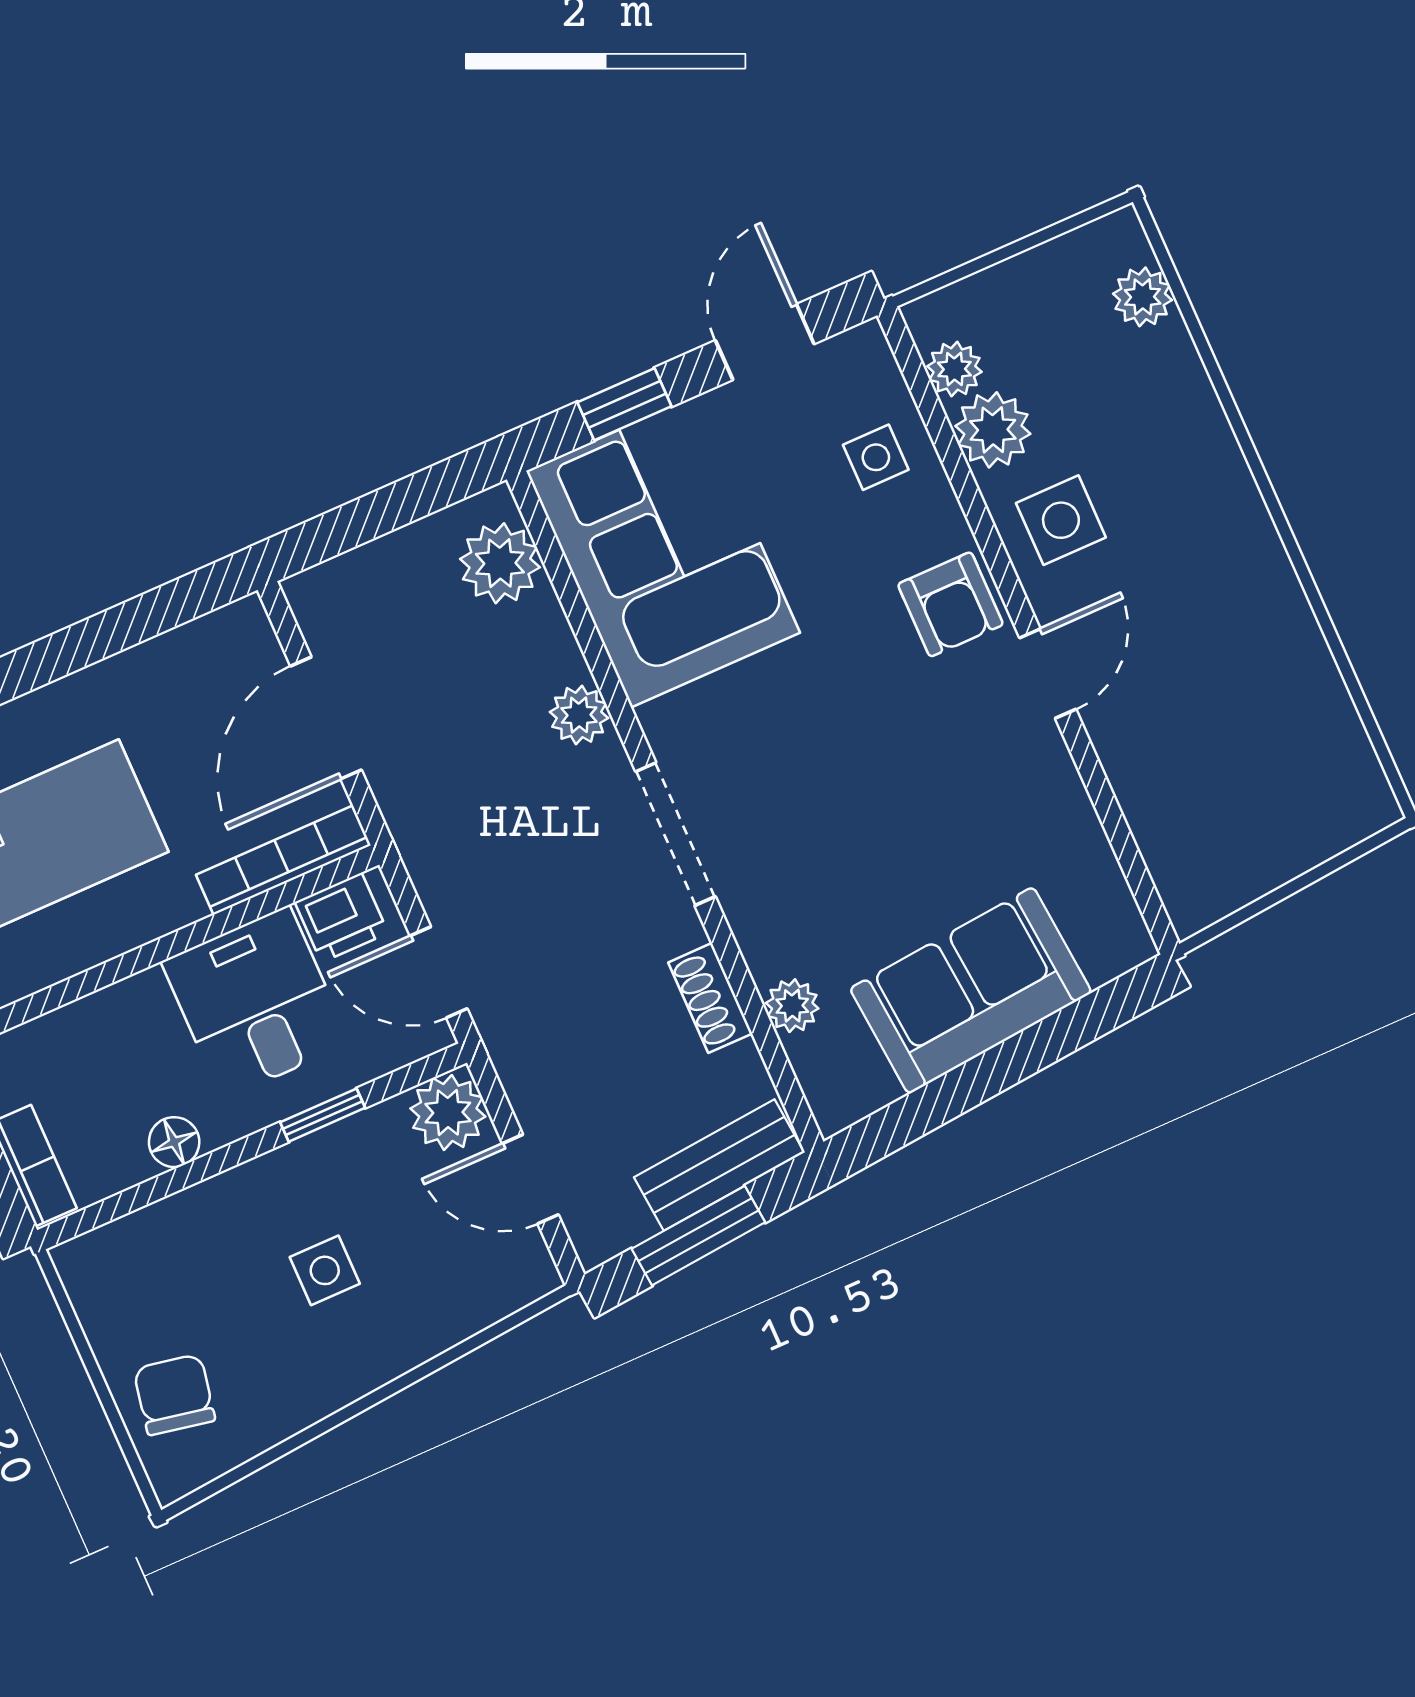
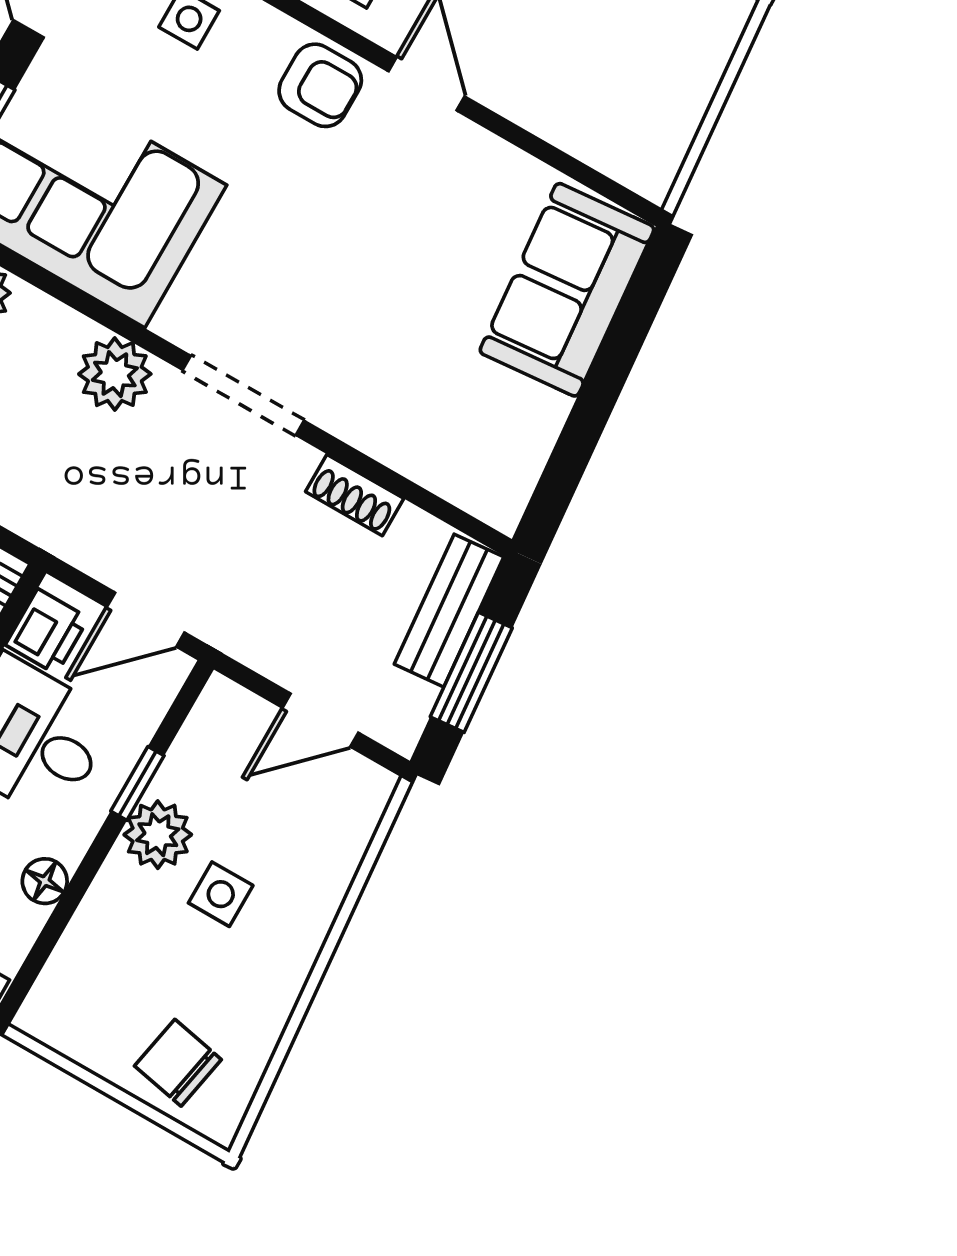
plant: (579, 715) -> (115, 374), width x1.38, depth x1.38
sofa: (971, 990) -> (567, 290), moved
plant: (792, 1006) -> (418, 457), removed
plant: (448, 1113) -> (158, 835), moved

